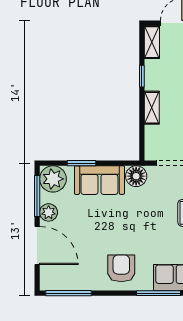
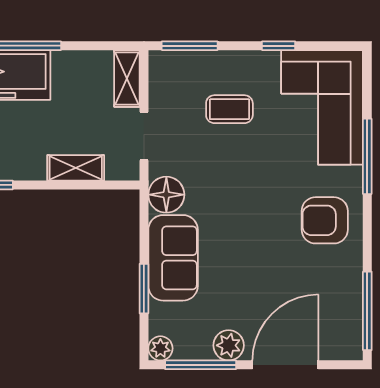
shelving: (152, 108) -> (76, 168), moved
plant: (53, 179) -> (160, 348), width x0.53, depth x0.53

